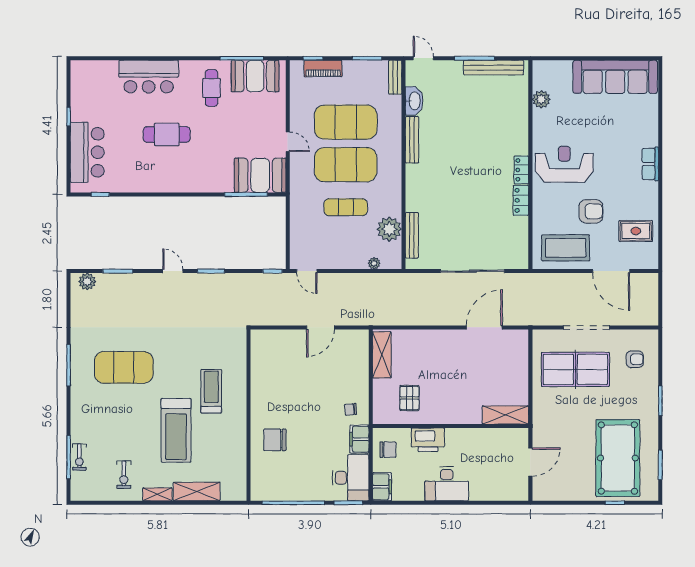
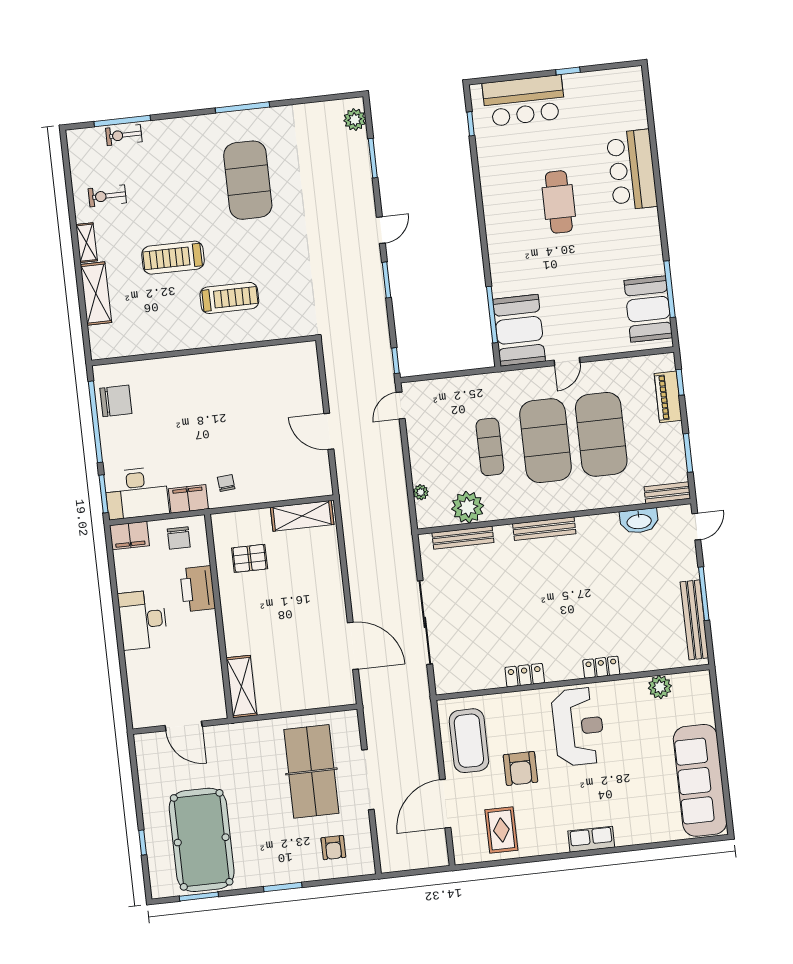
cafe table: (212, 88) -> (626, 254), removed
bench: (412, 140) -> (544, 529), moved
locker: (521, 170) -> (601, 667), moved
treadmill: (176, 430) -> (173, 258), width x0.73, depth x0.73
chair: (275, 440) -> (116, 401), moved, turned 90
pool table: (618, 458) -> (202, 840), turned 90

